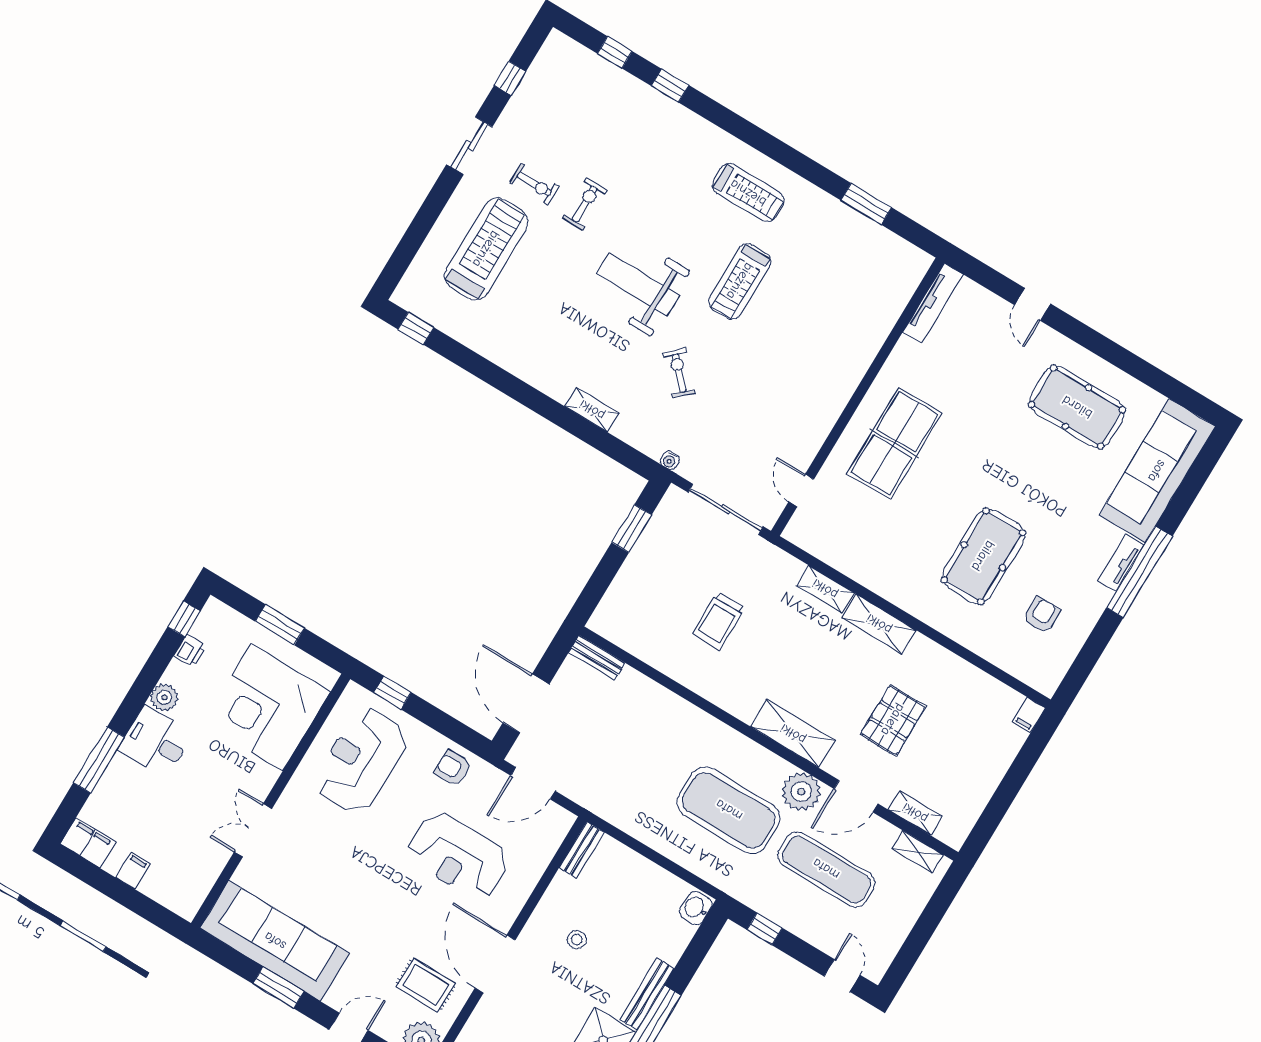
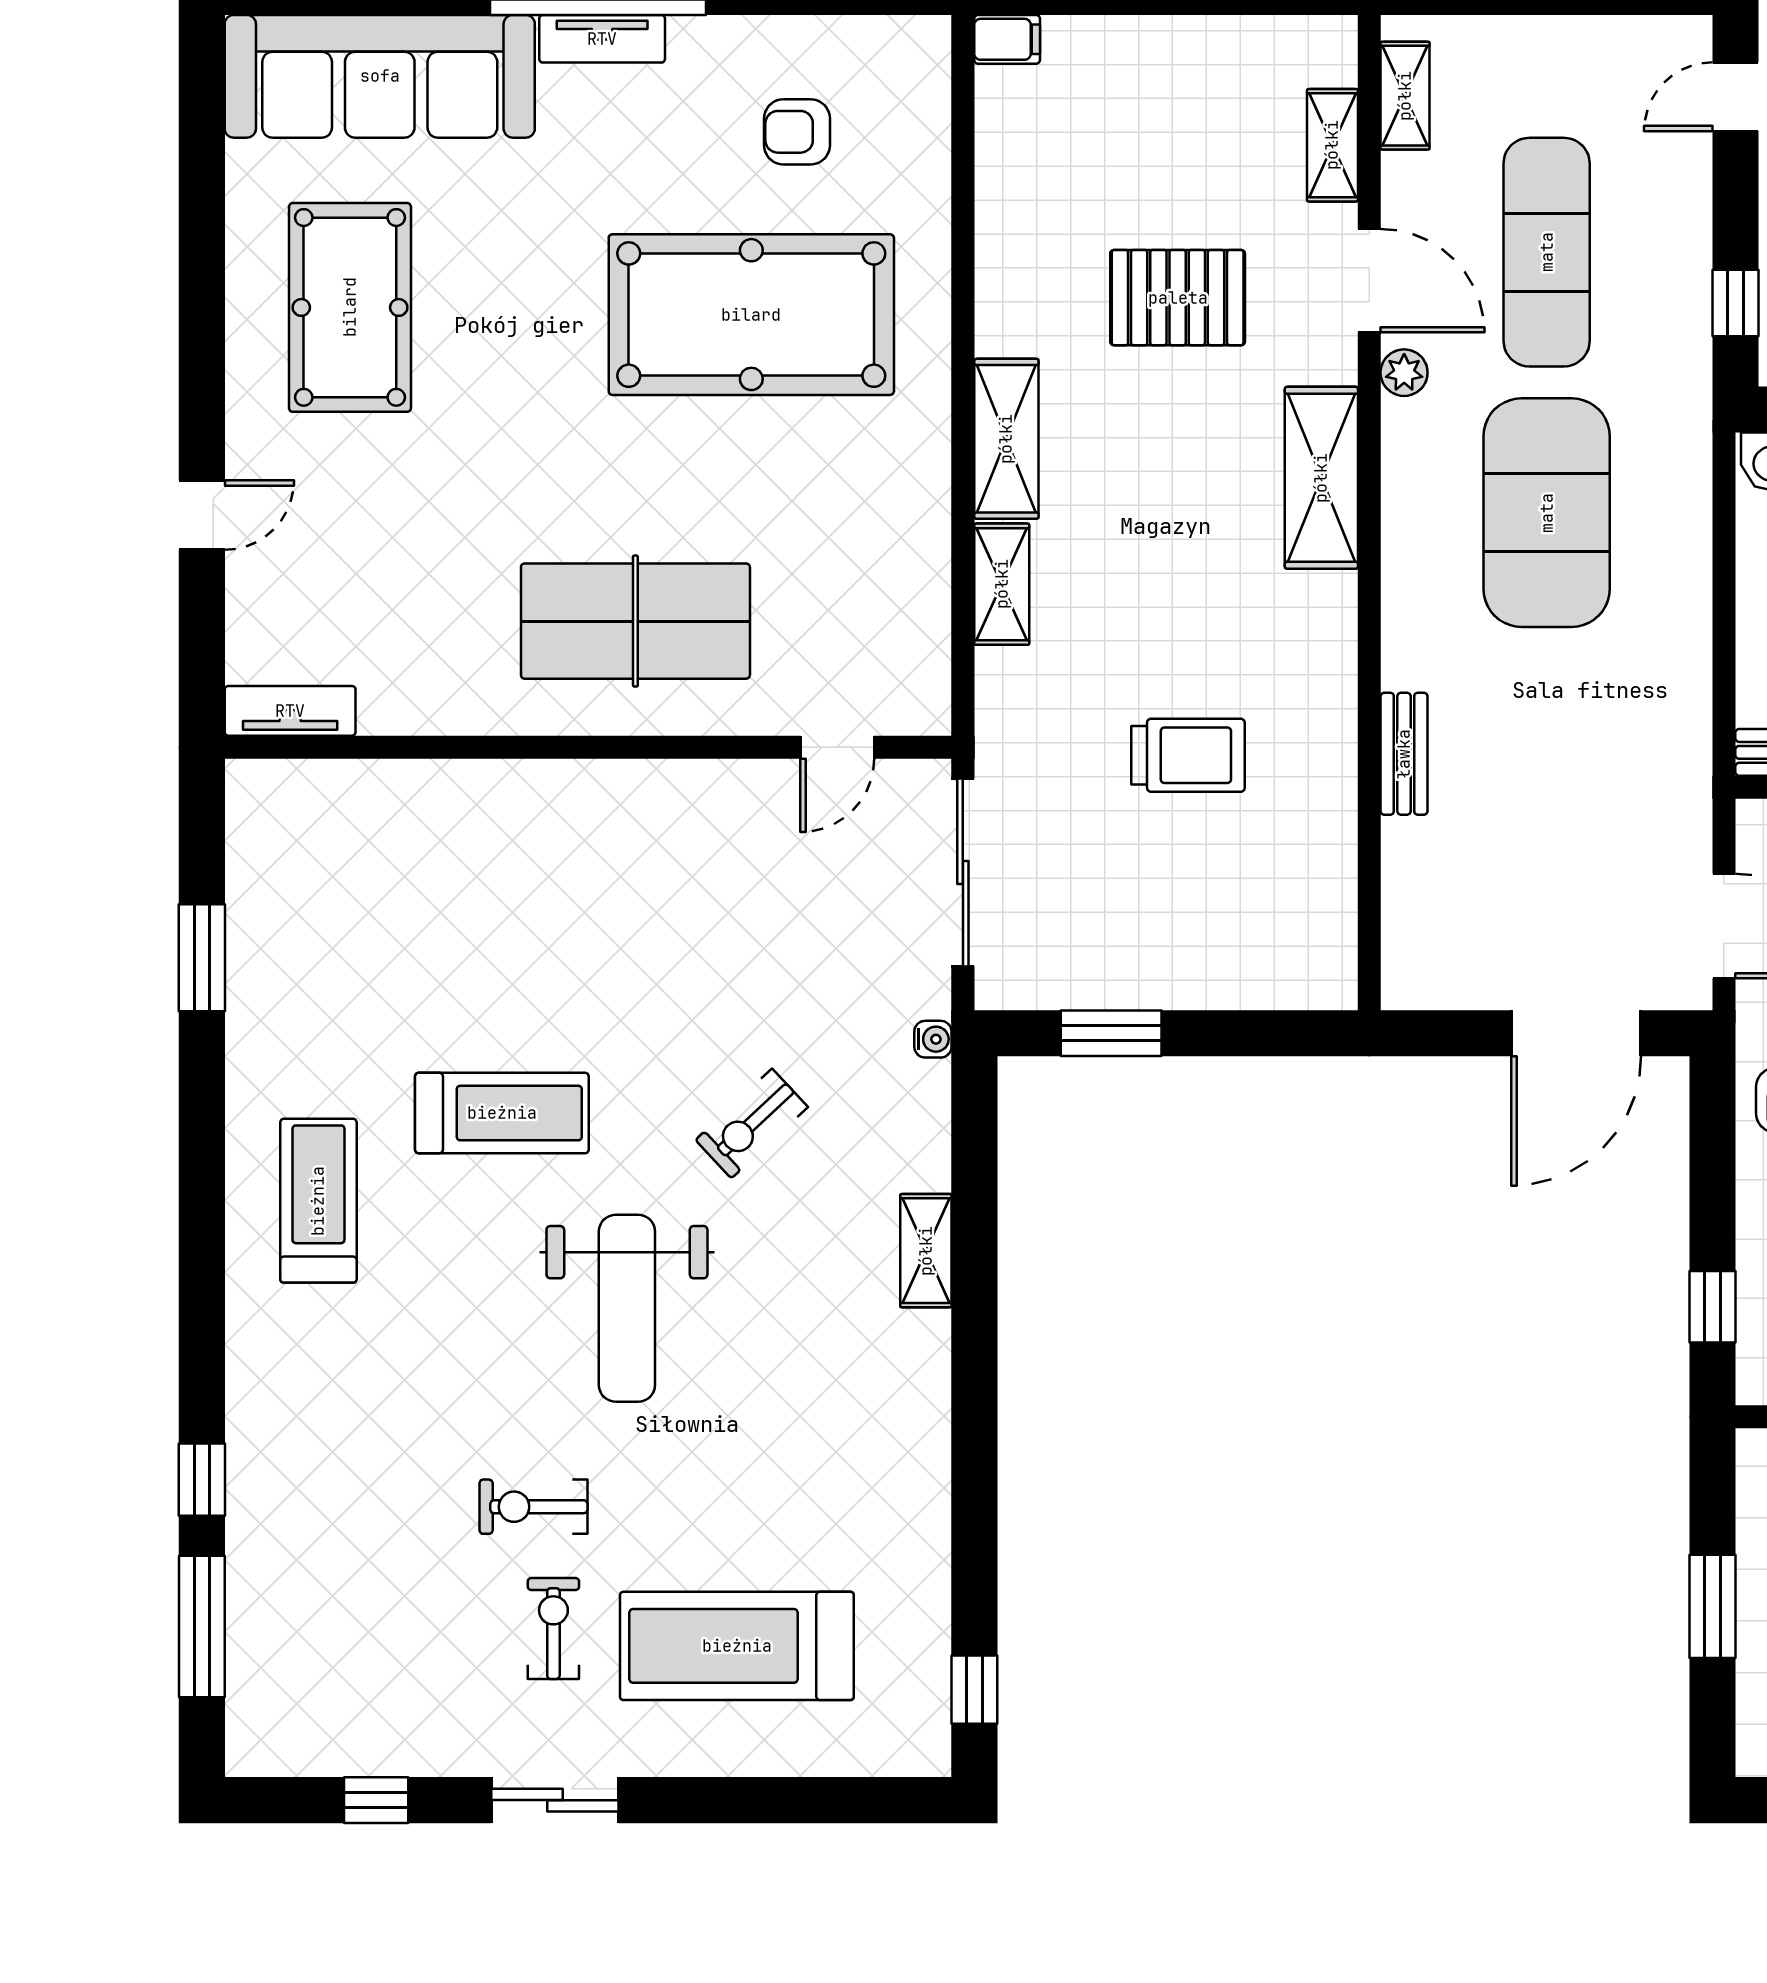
window: (615, 52) -> (202, 1627), width x2.17
tv unit: (933, 303) -> (290, 711), width x0.71
pool table: (983, 556) -> (751, 315), width x1.36, depth x1.32
bench: (597, 658) -> (1404, 754), moved
plant: (801, 792) -> (1404, 373), width x0.53, depth x0.53

